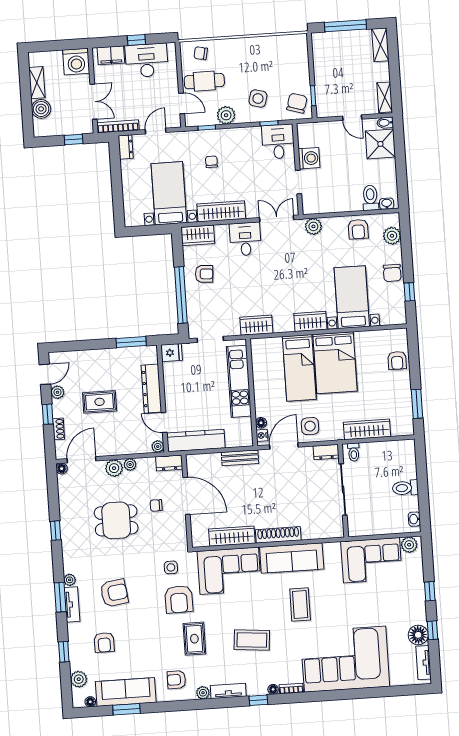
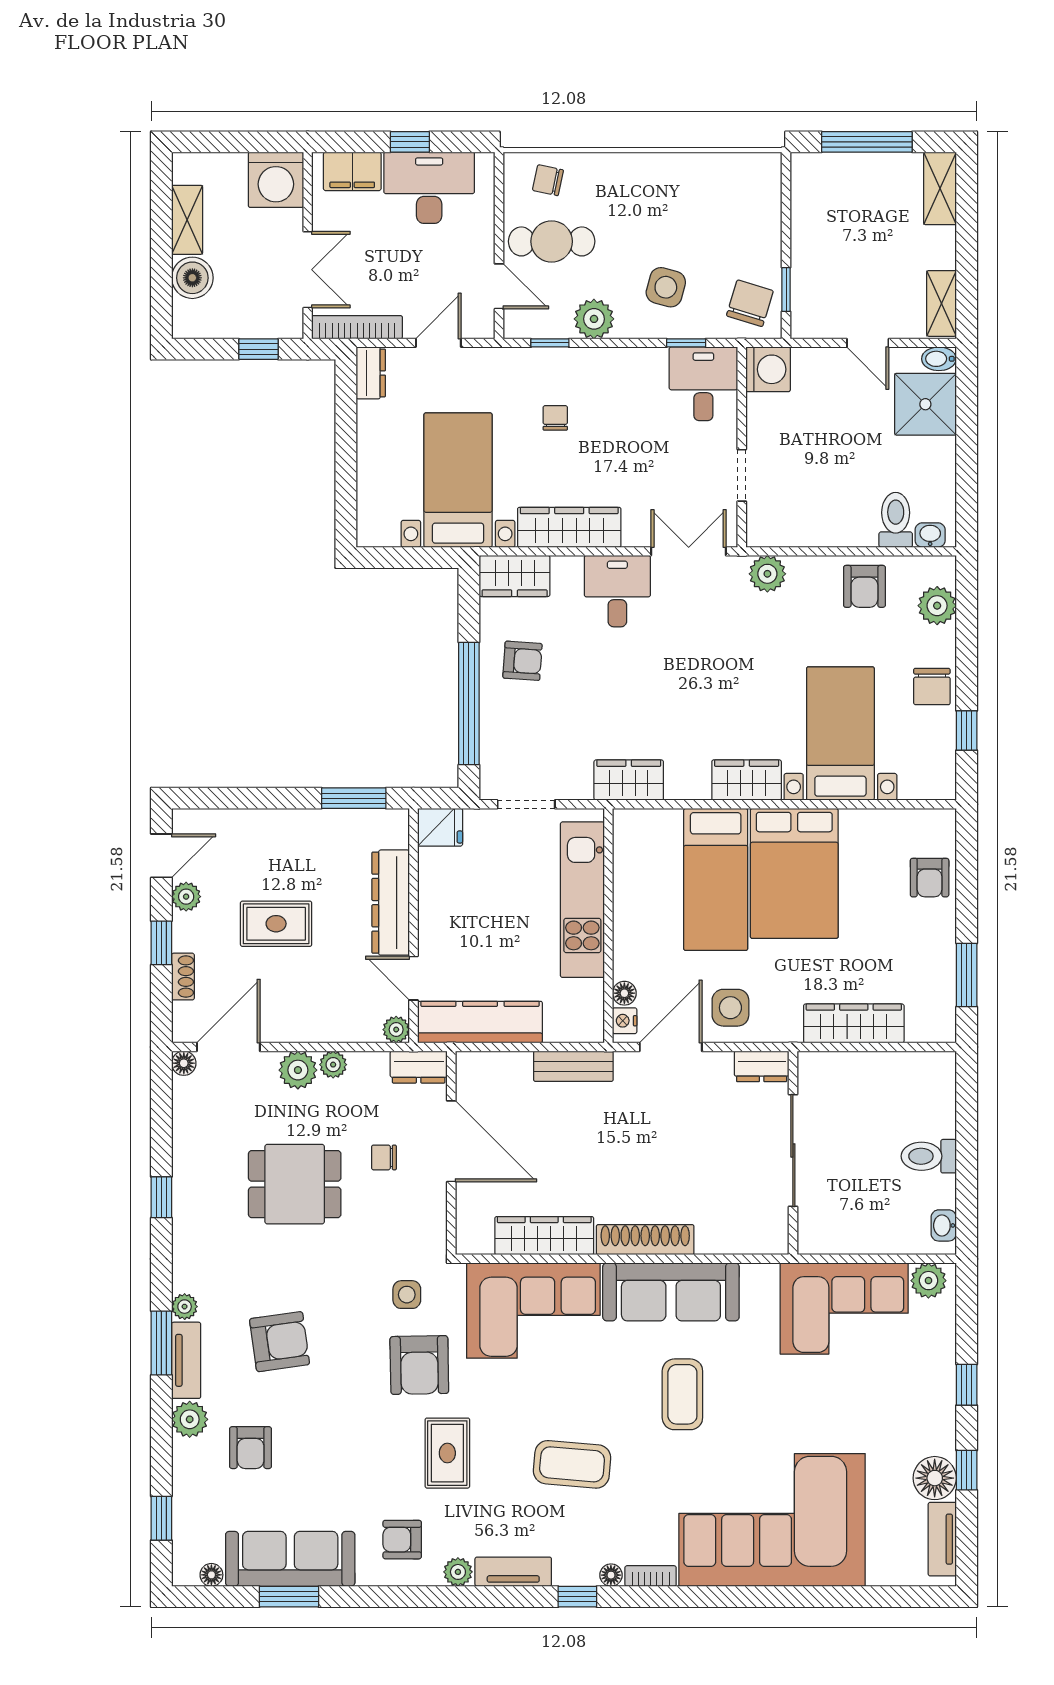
washing machine: (309, 158) -> (768, 369), moved
toilet: (354, 452) -> (821, 1071), removed
window: (64, 652) -> (161, 1518), moved
plant: (79, 679) -> (190, 1419), moved

